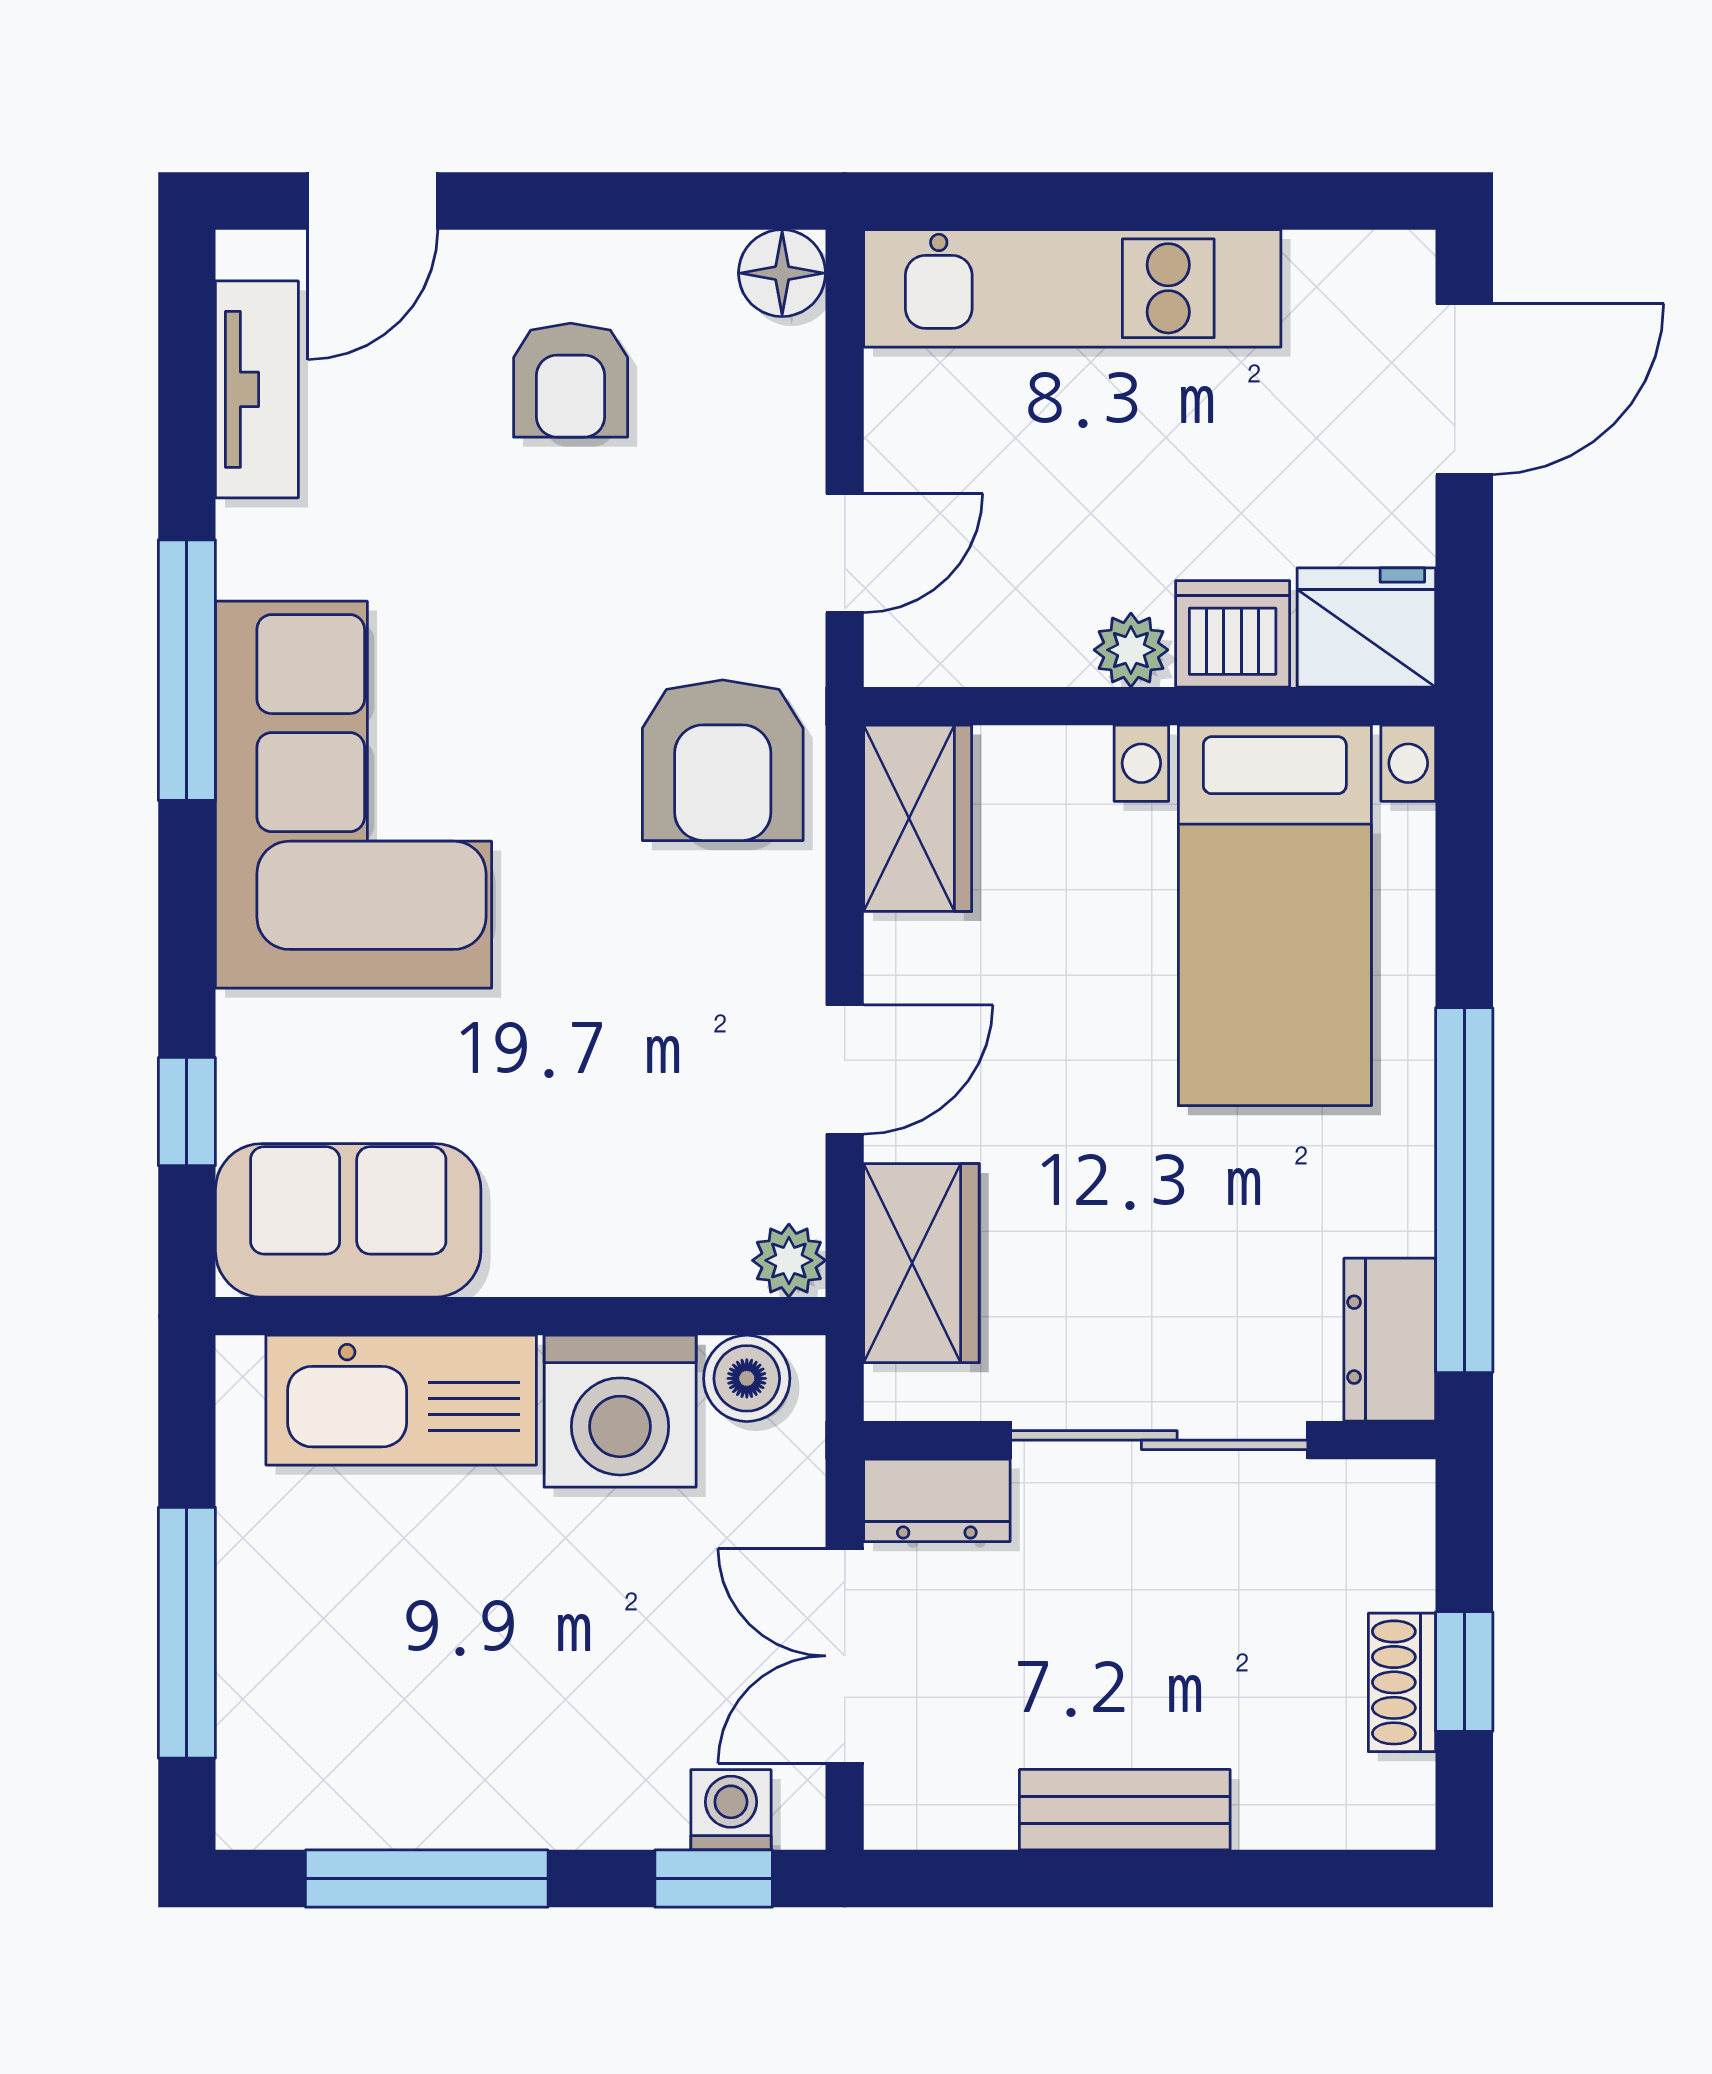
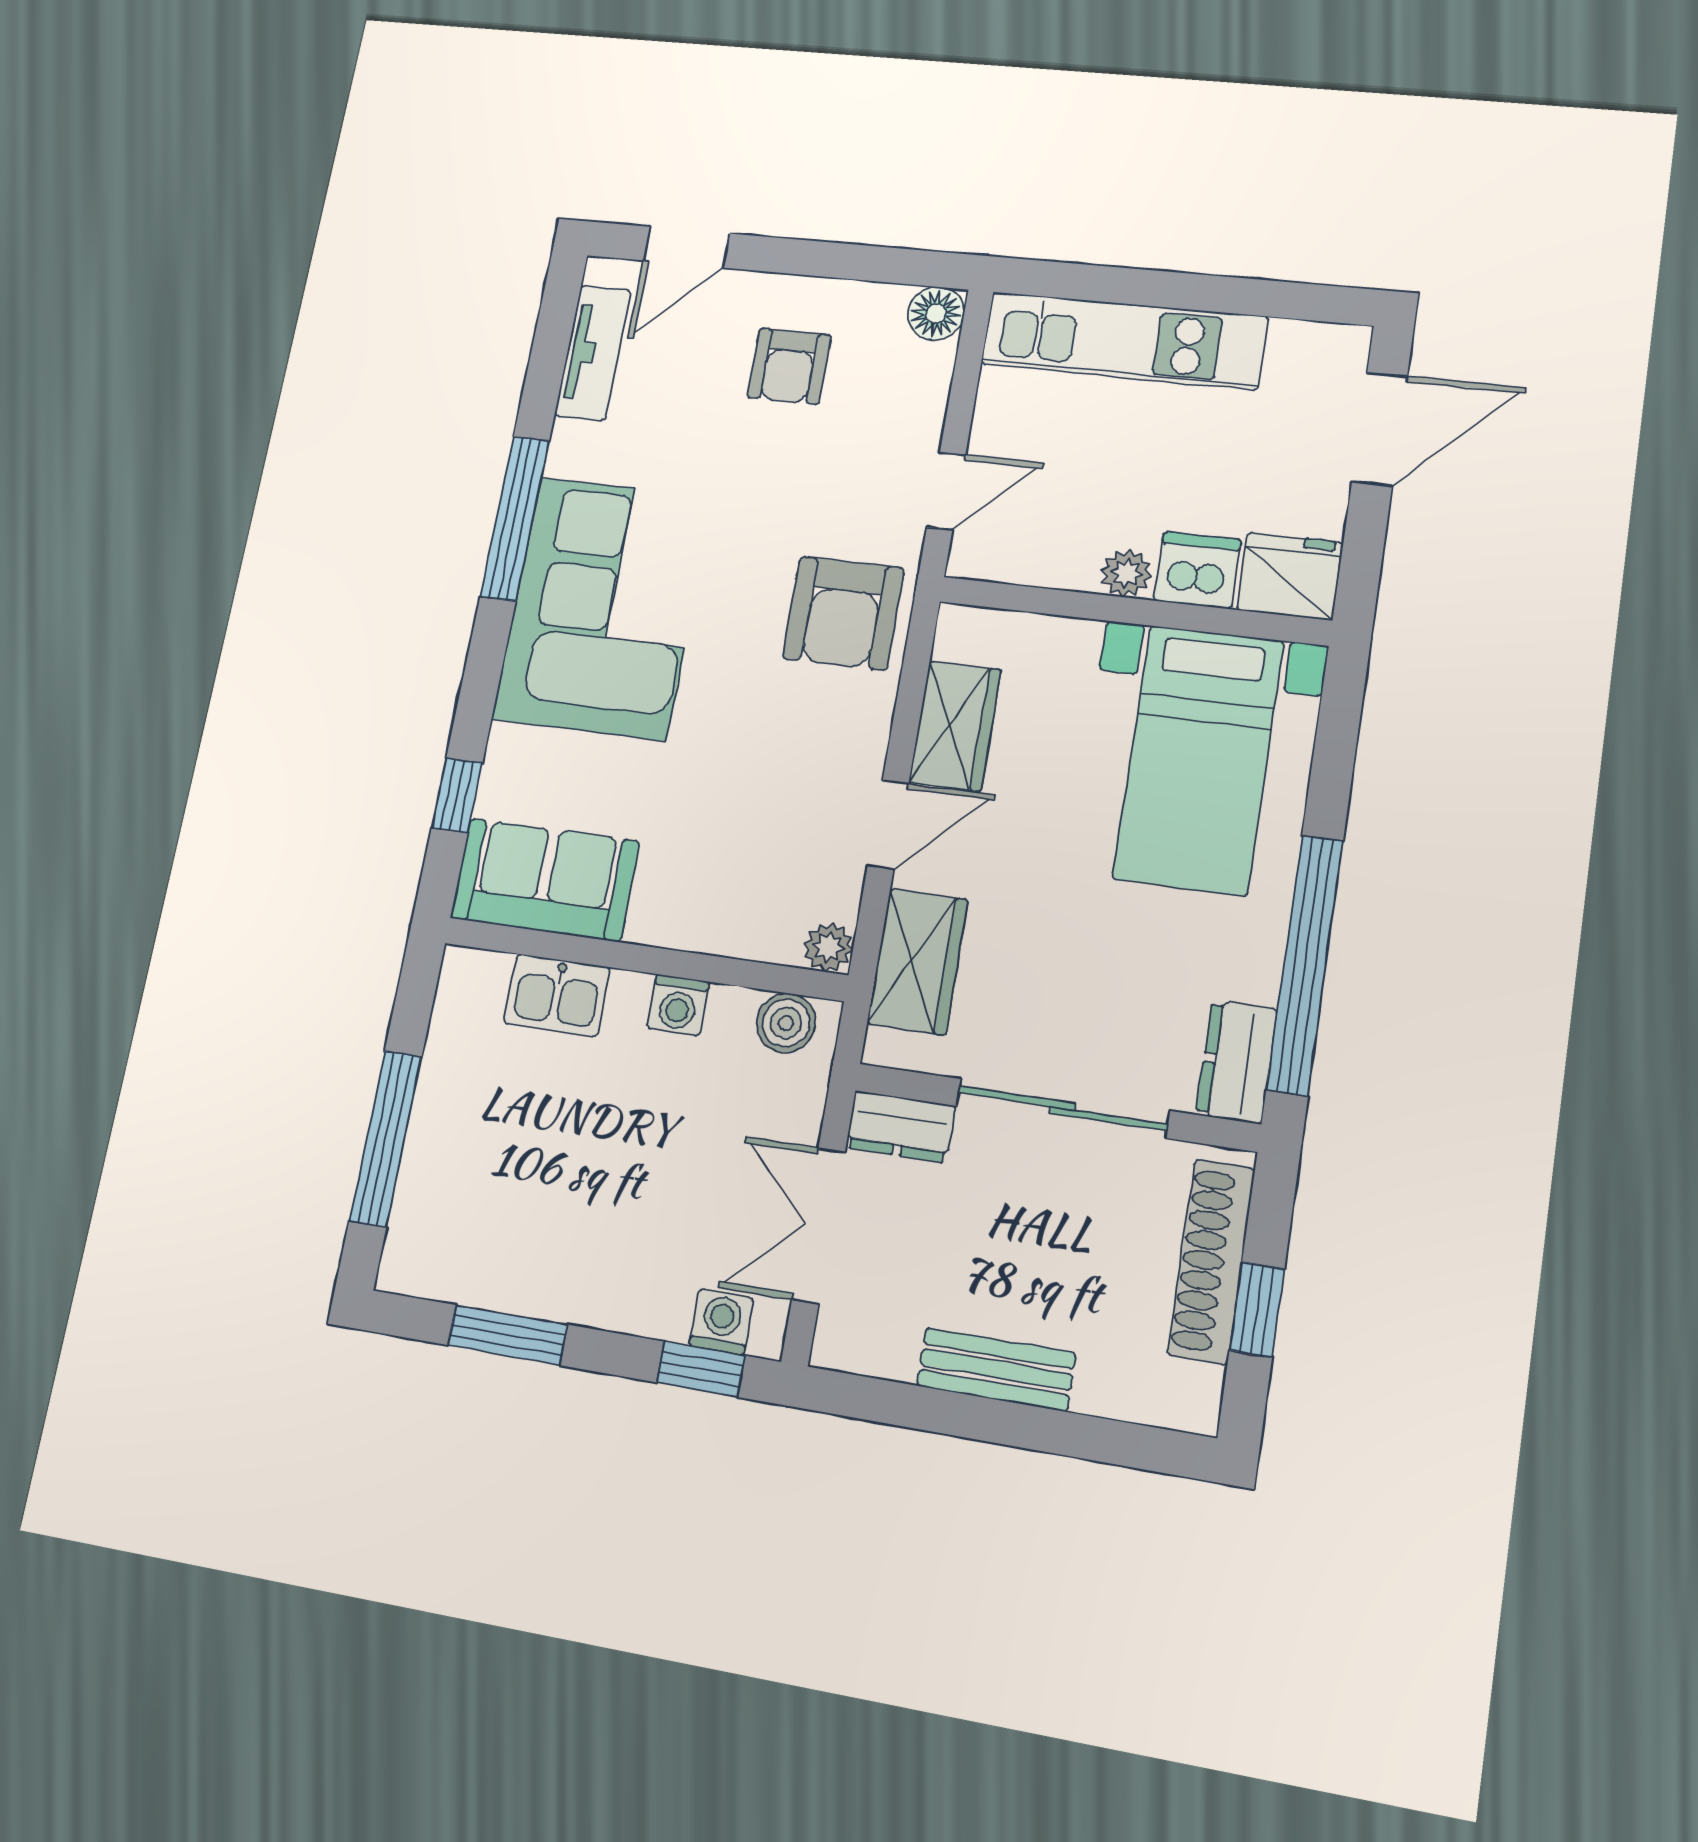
wardrobe: (918, 818) -> (955, 726), moved
kitchen sink: (401, 1400) -> (557, 995), width x0.53, depth x0.81
washing machine: (620, 1411) -> (678, 1005), width x0.53, depth x0.53
shoe rack: (1402, 1682) -> (1211, 1261), width x1.94, depth x1.24
window: (427, 1879) -> (507, 1335), width x0.69

